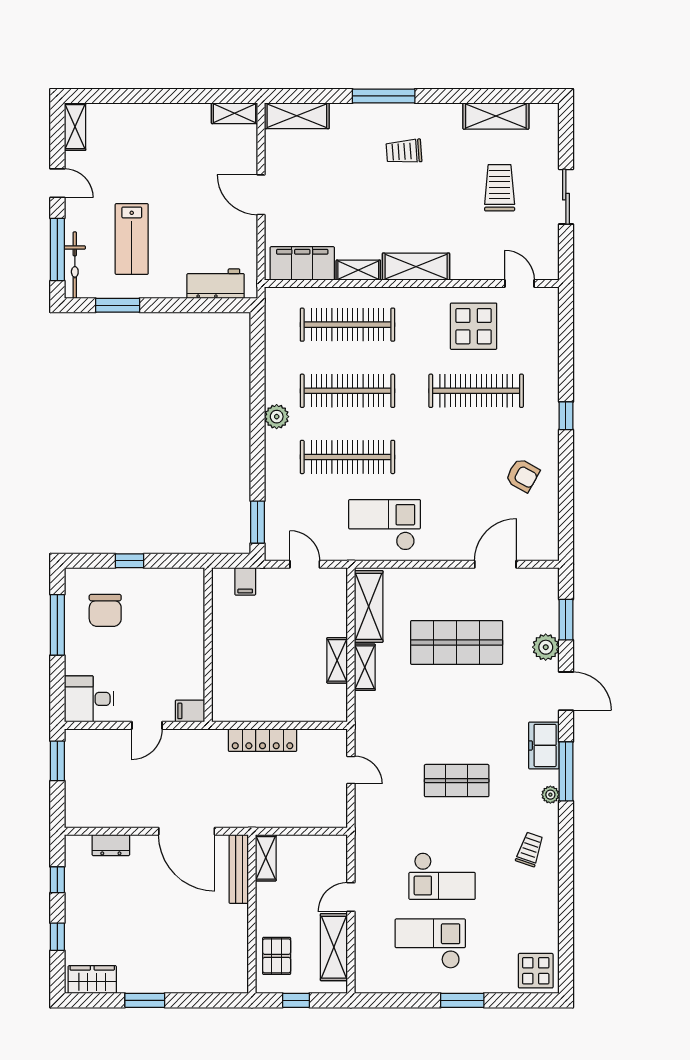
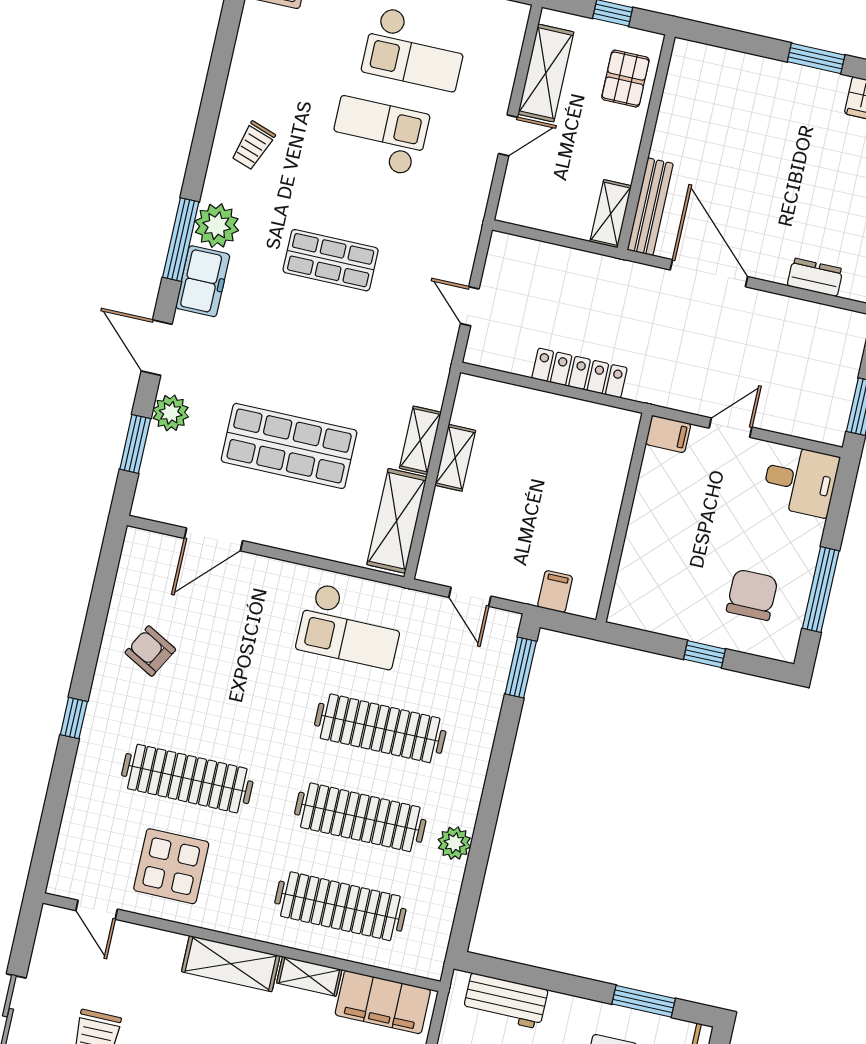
plant: (277, 417) -> (454, 843), moved
plant: (550, 795) -> (217, 226), width x1.87, depth x1.87

